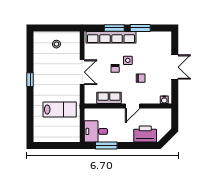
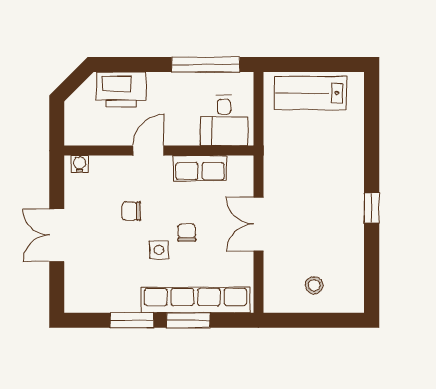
lab bench: (60, 109) -> (310, 93), moved
desk: (96, 131) -> (224, 120), moved, turned 90
window: (106, 146) -> (206, 64), width x1.44

